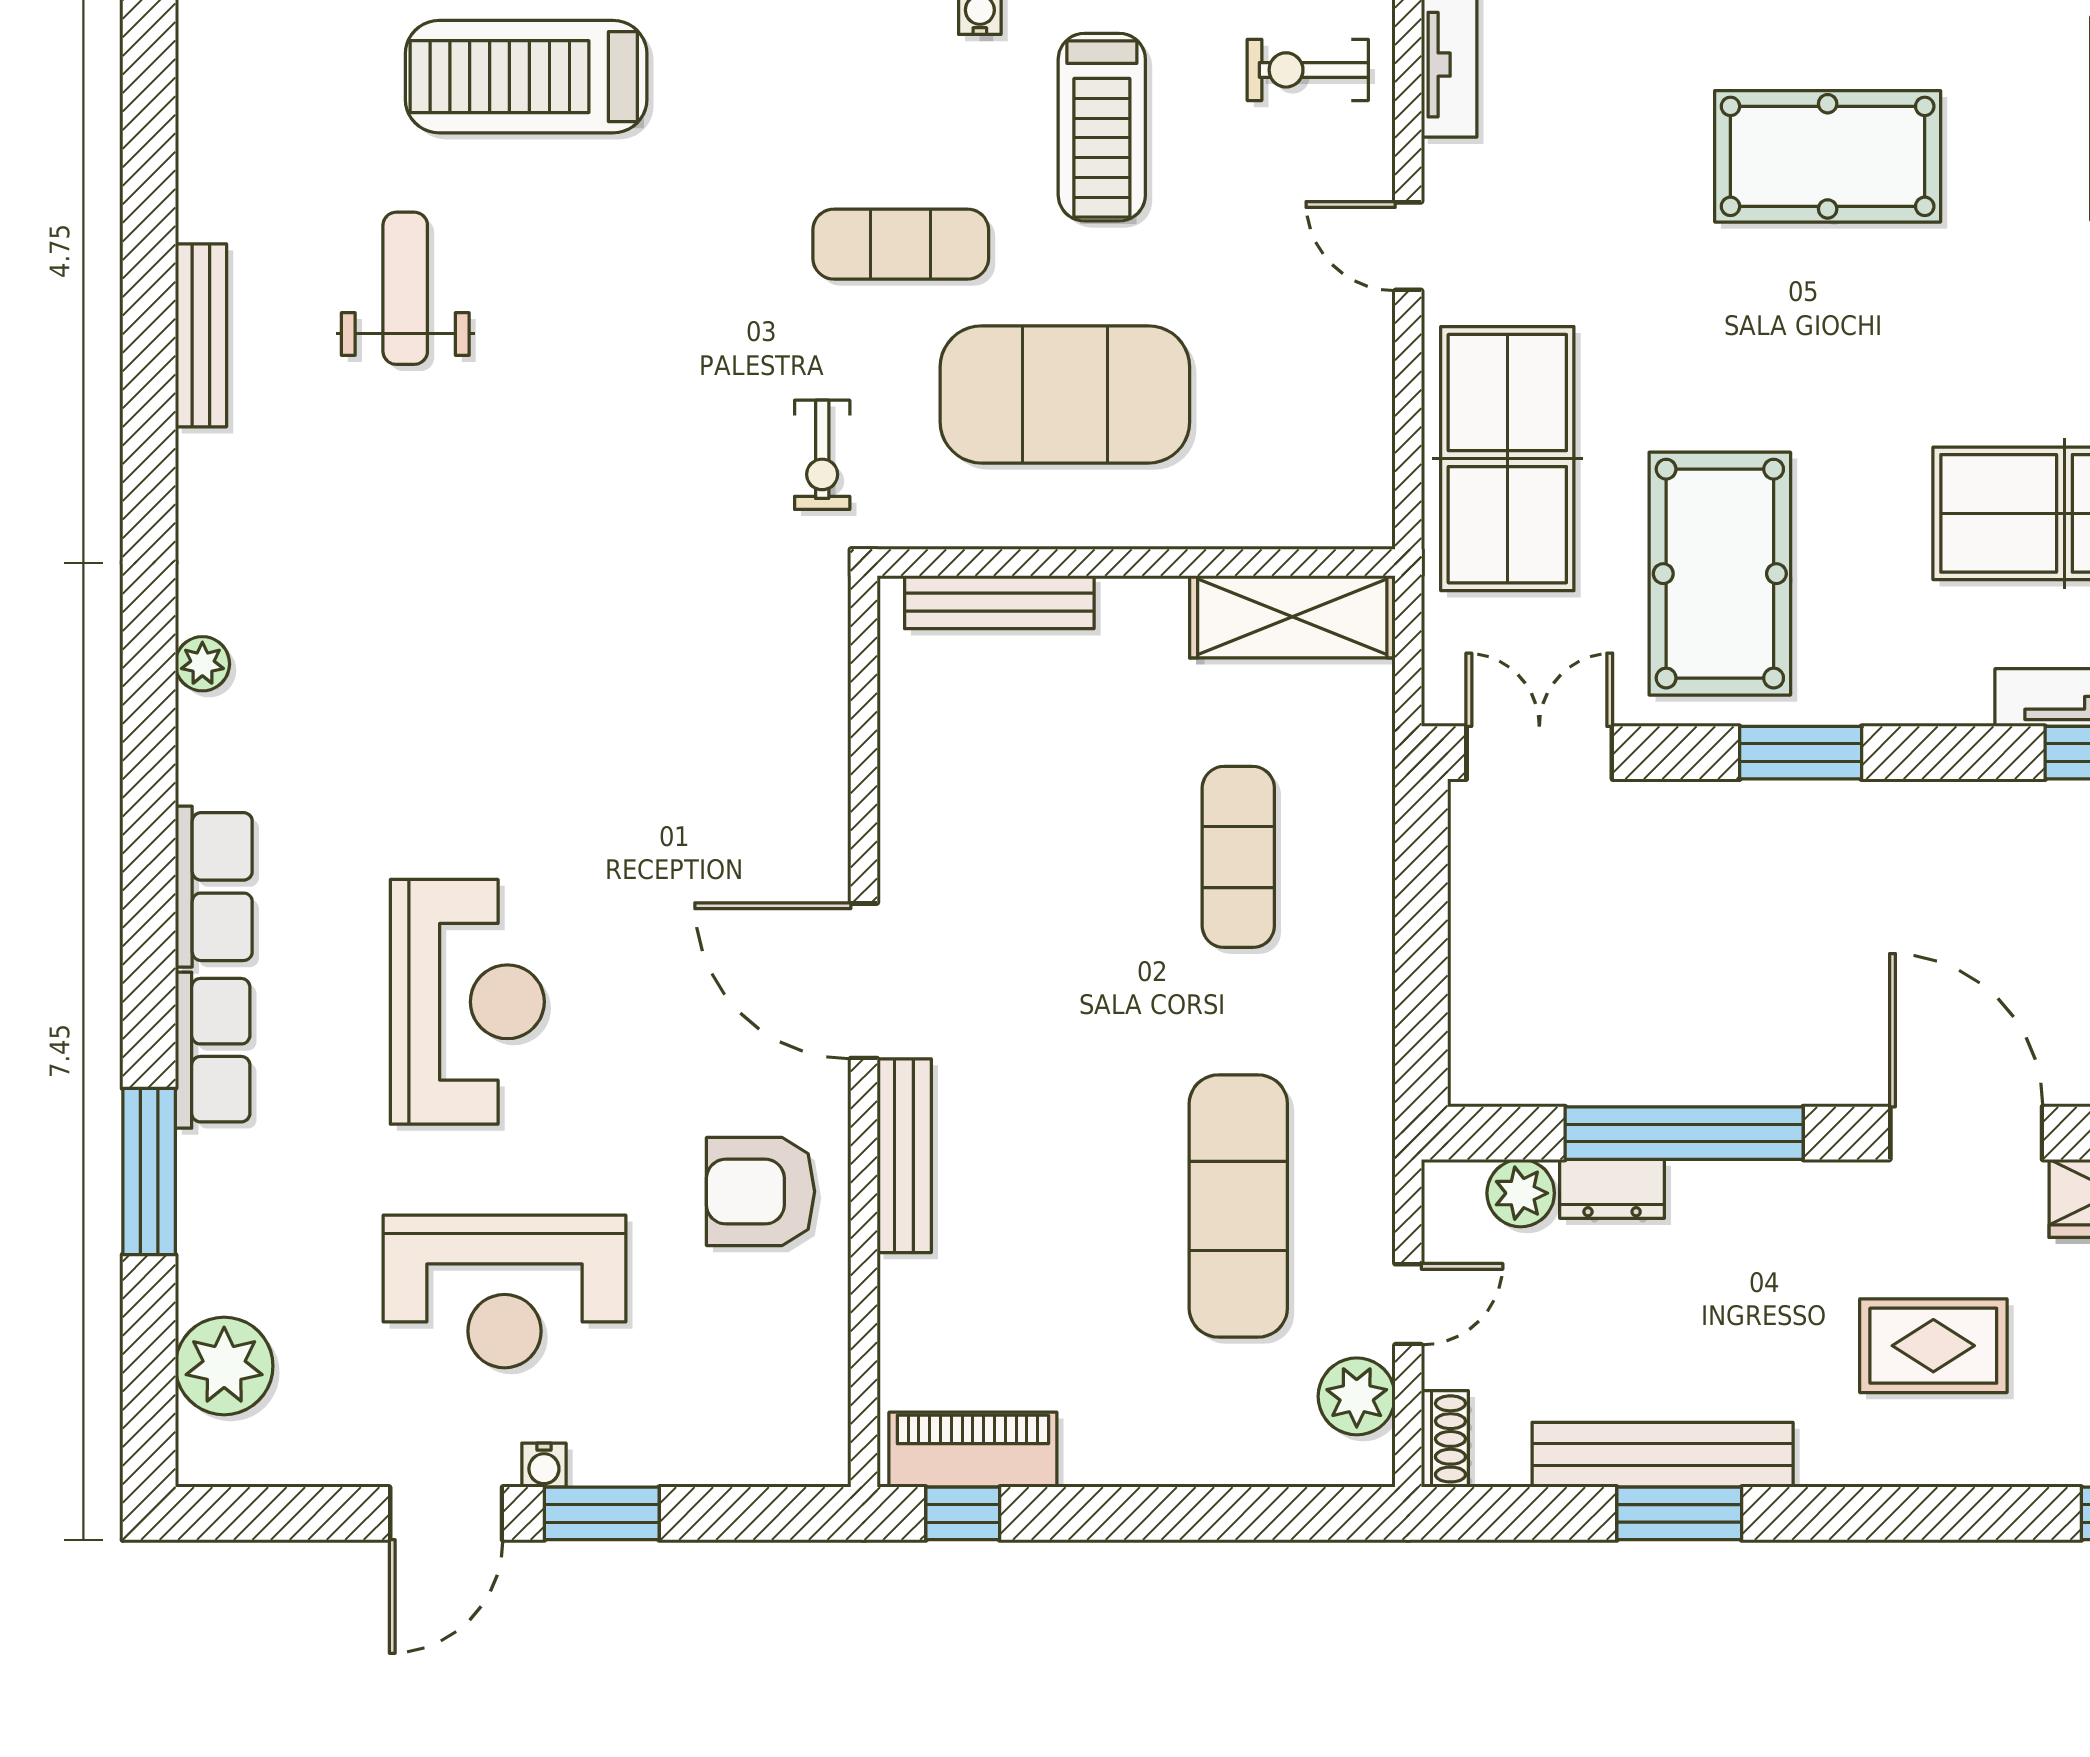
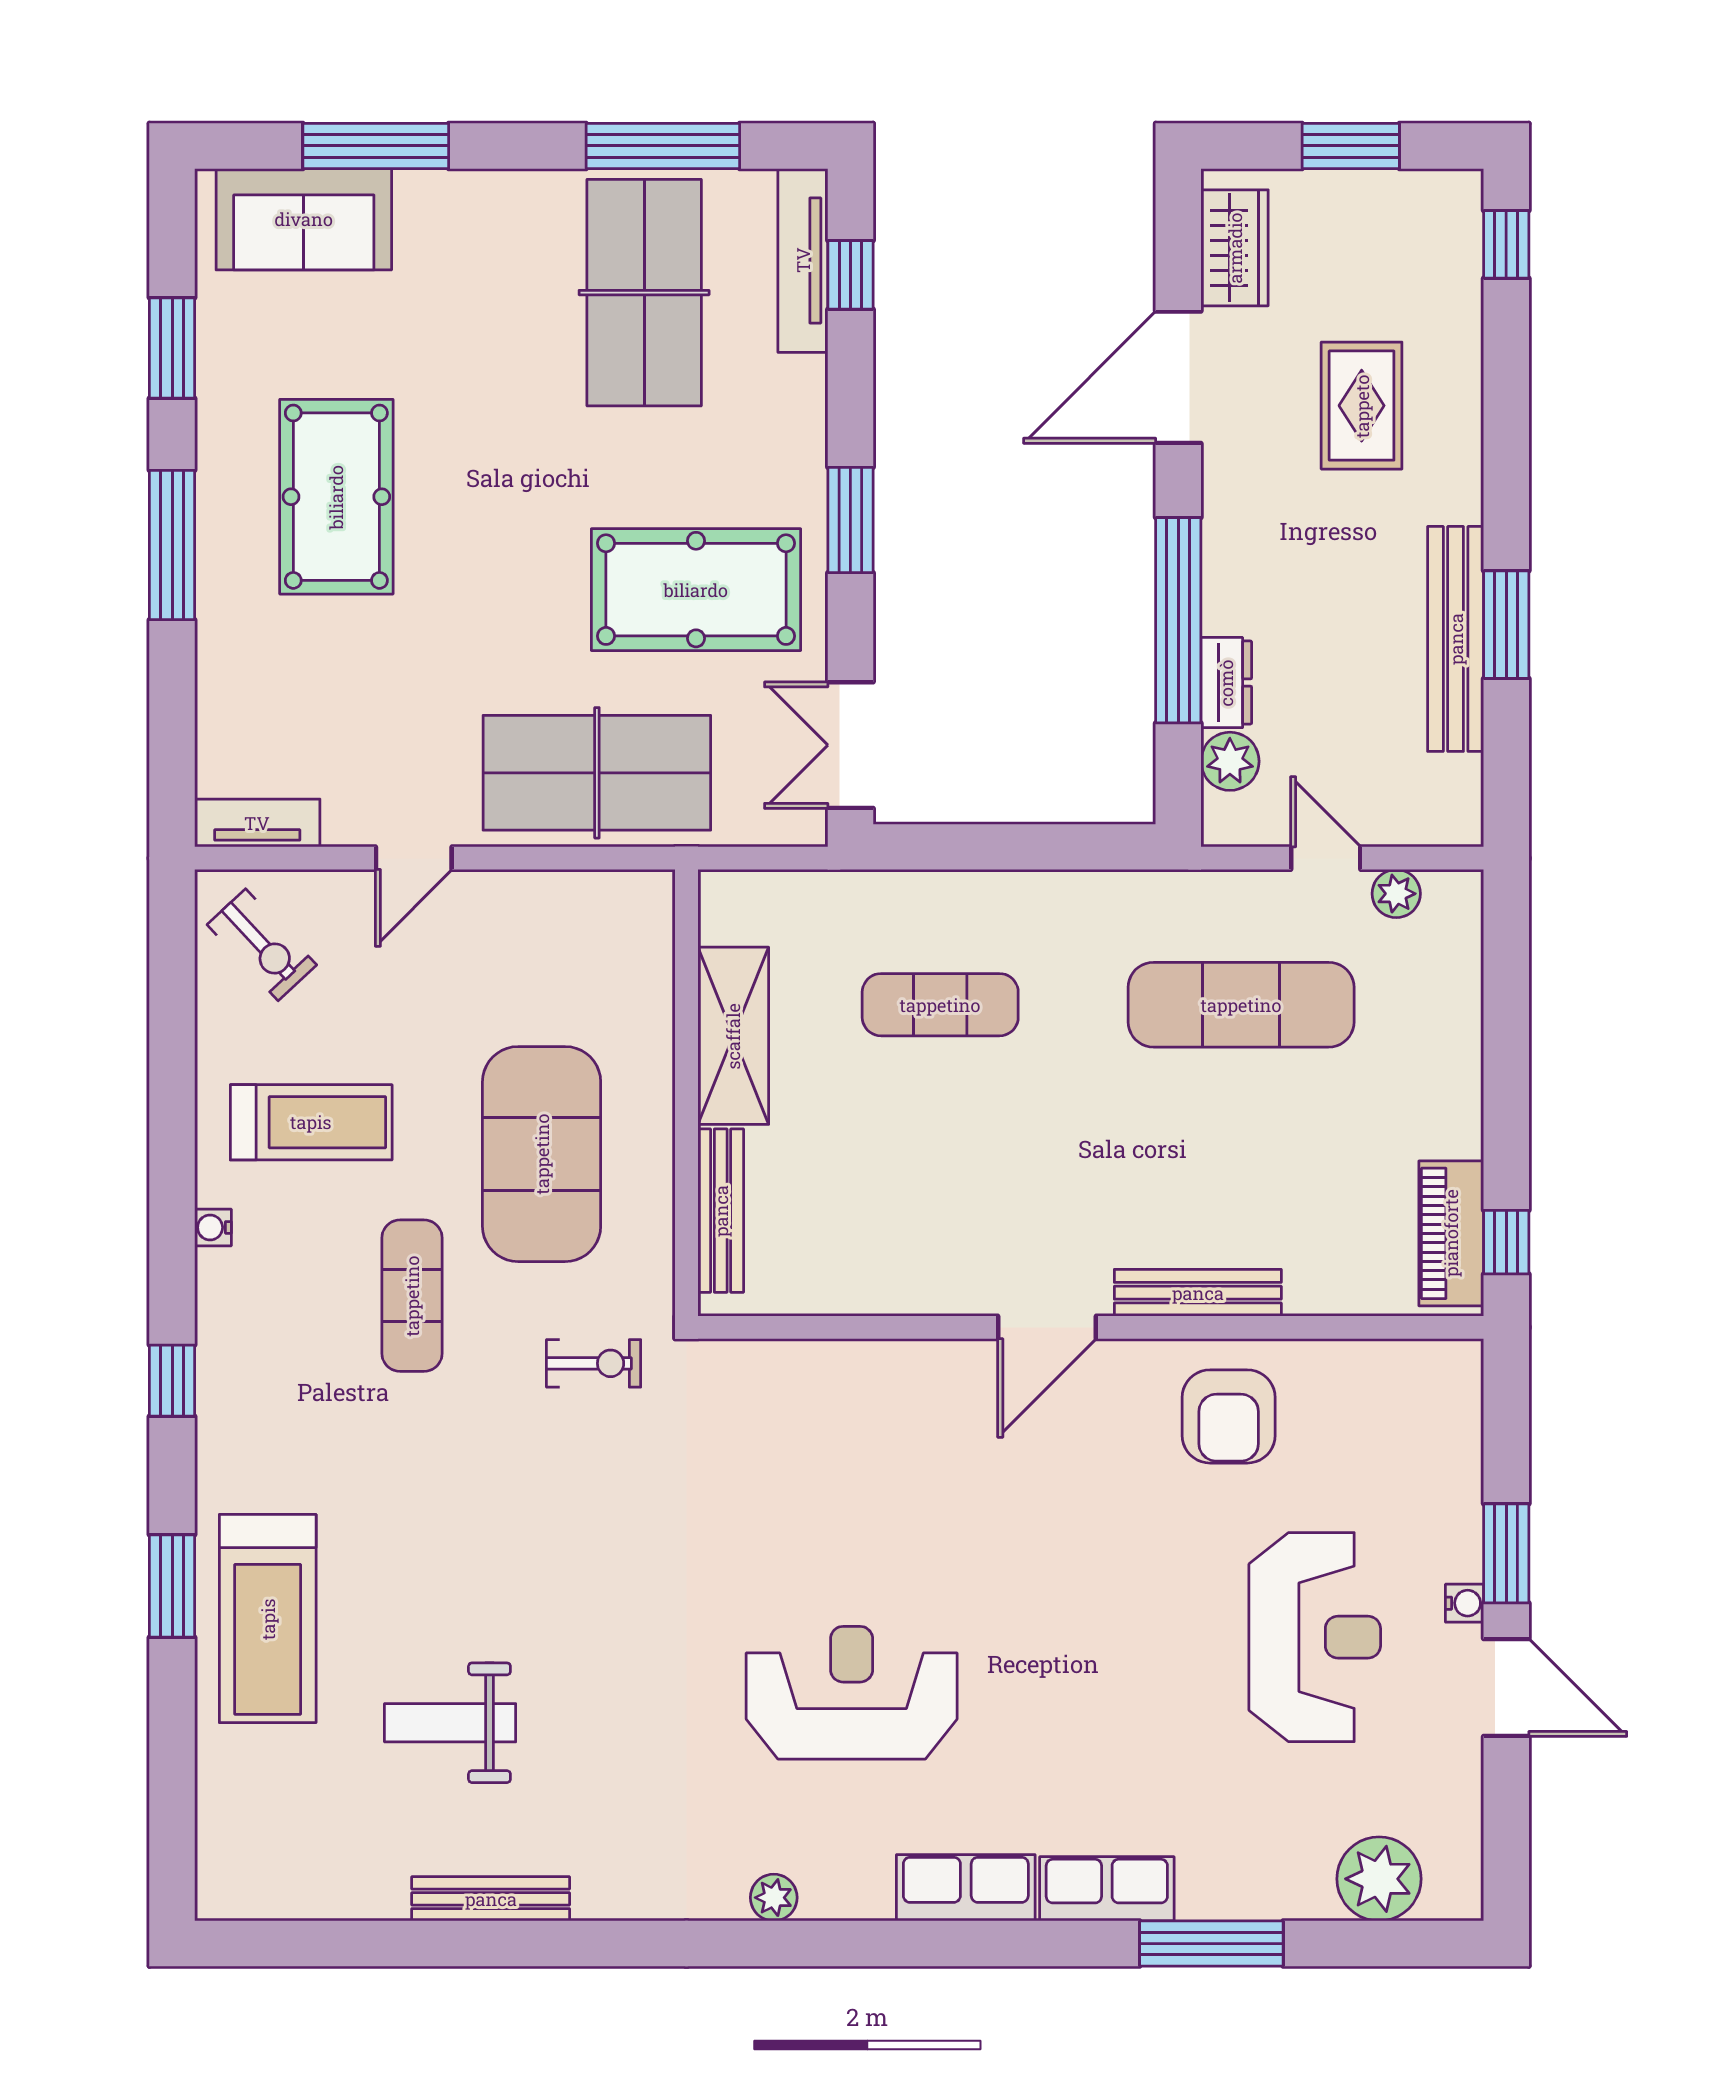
exercise bike: (1308, 70) -> (262, 945), turned -43
shelving: (1292, 617) -> (733, 1036), moved
door: (864, 981) -> (1047, 1327), width x0.73
reception desk: (467, 1002) -> (852, 1693), moved
plant: (1357, 1396) -> (1396, 894), width x0.73, depth x0.73
shoe rack: (1445, 1439) -> (1442, 827), removed

